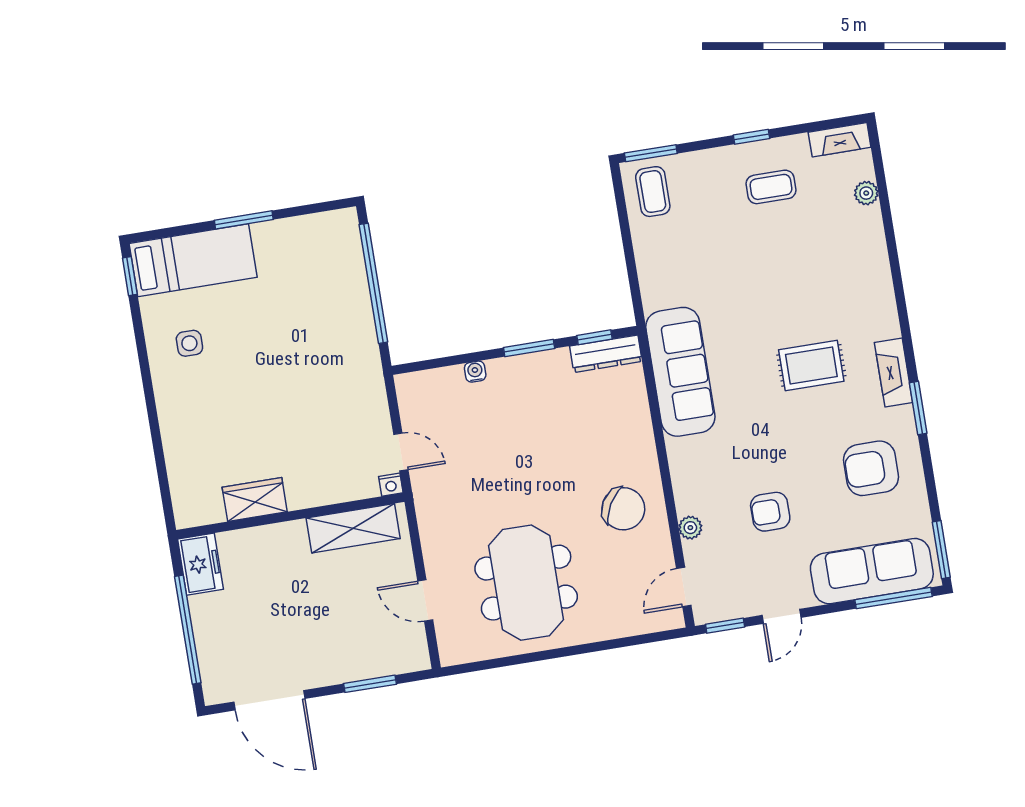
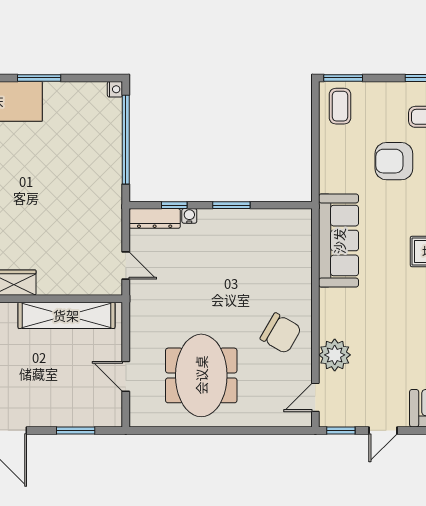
window: (594, 337) -> (174, 205), moved
dresser: (606, 354) -> (155, 218), moved
nightstand: (391, 485) -> (115, 89), moved, turned -90
armchair: (770, 512) -> (394, 161), moved, width x1.38, depth x1.38
shelving: (353, 528) -> (66, 315), width x1.47
plant: (690, 528) -> (335, 355), width x1.88, depth x1.88

